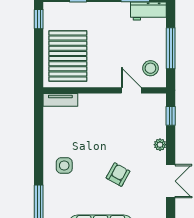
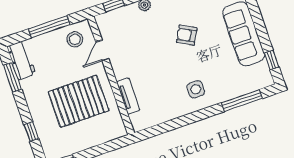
pallet: (68, 56) -> (79, 101), moved
tv unit: (60, 100) -> (128, 96), moved

